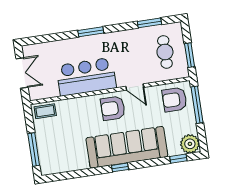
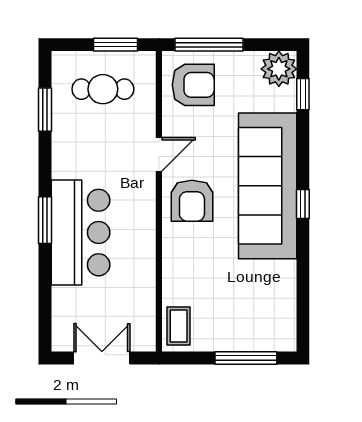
bar counter: (86, 77) -> (80, 233), moved, turned 180
armchair: (174, 100) -> (193, 85), turned -90

